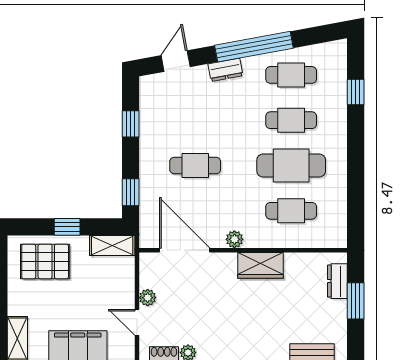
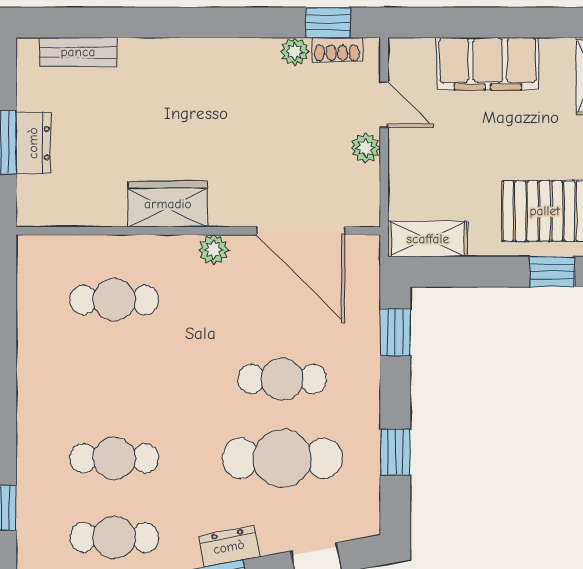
cafe table: (291, 166) -> (282, 458), moved
window: (67, 227) -> (552, 272), moved
dresser: (337, 281) -> (33, 143), moved

